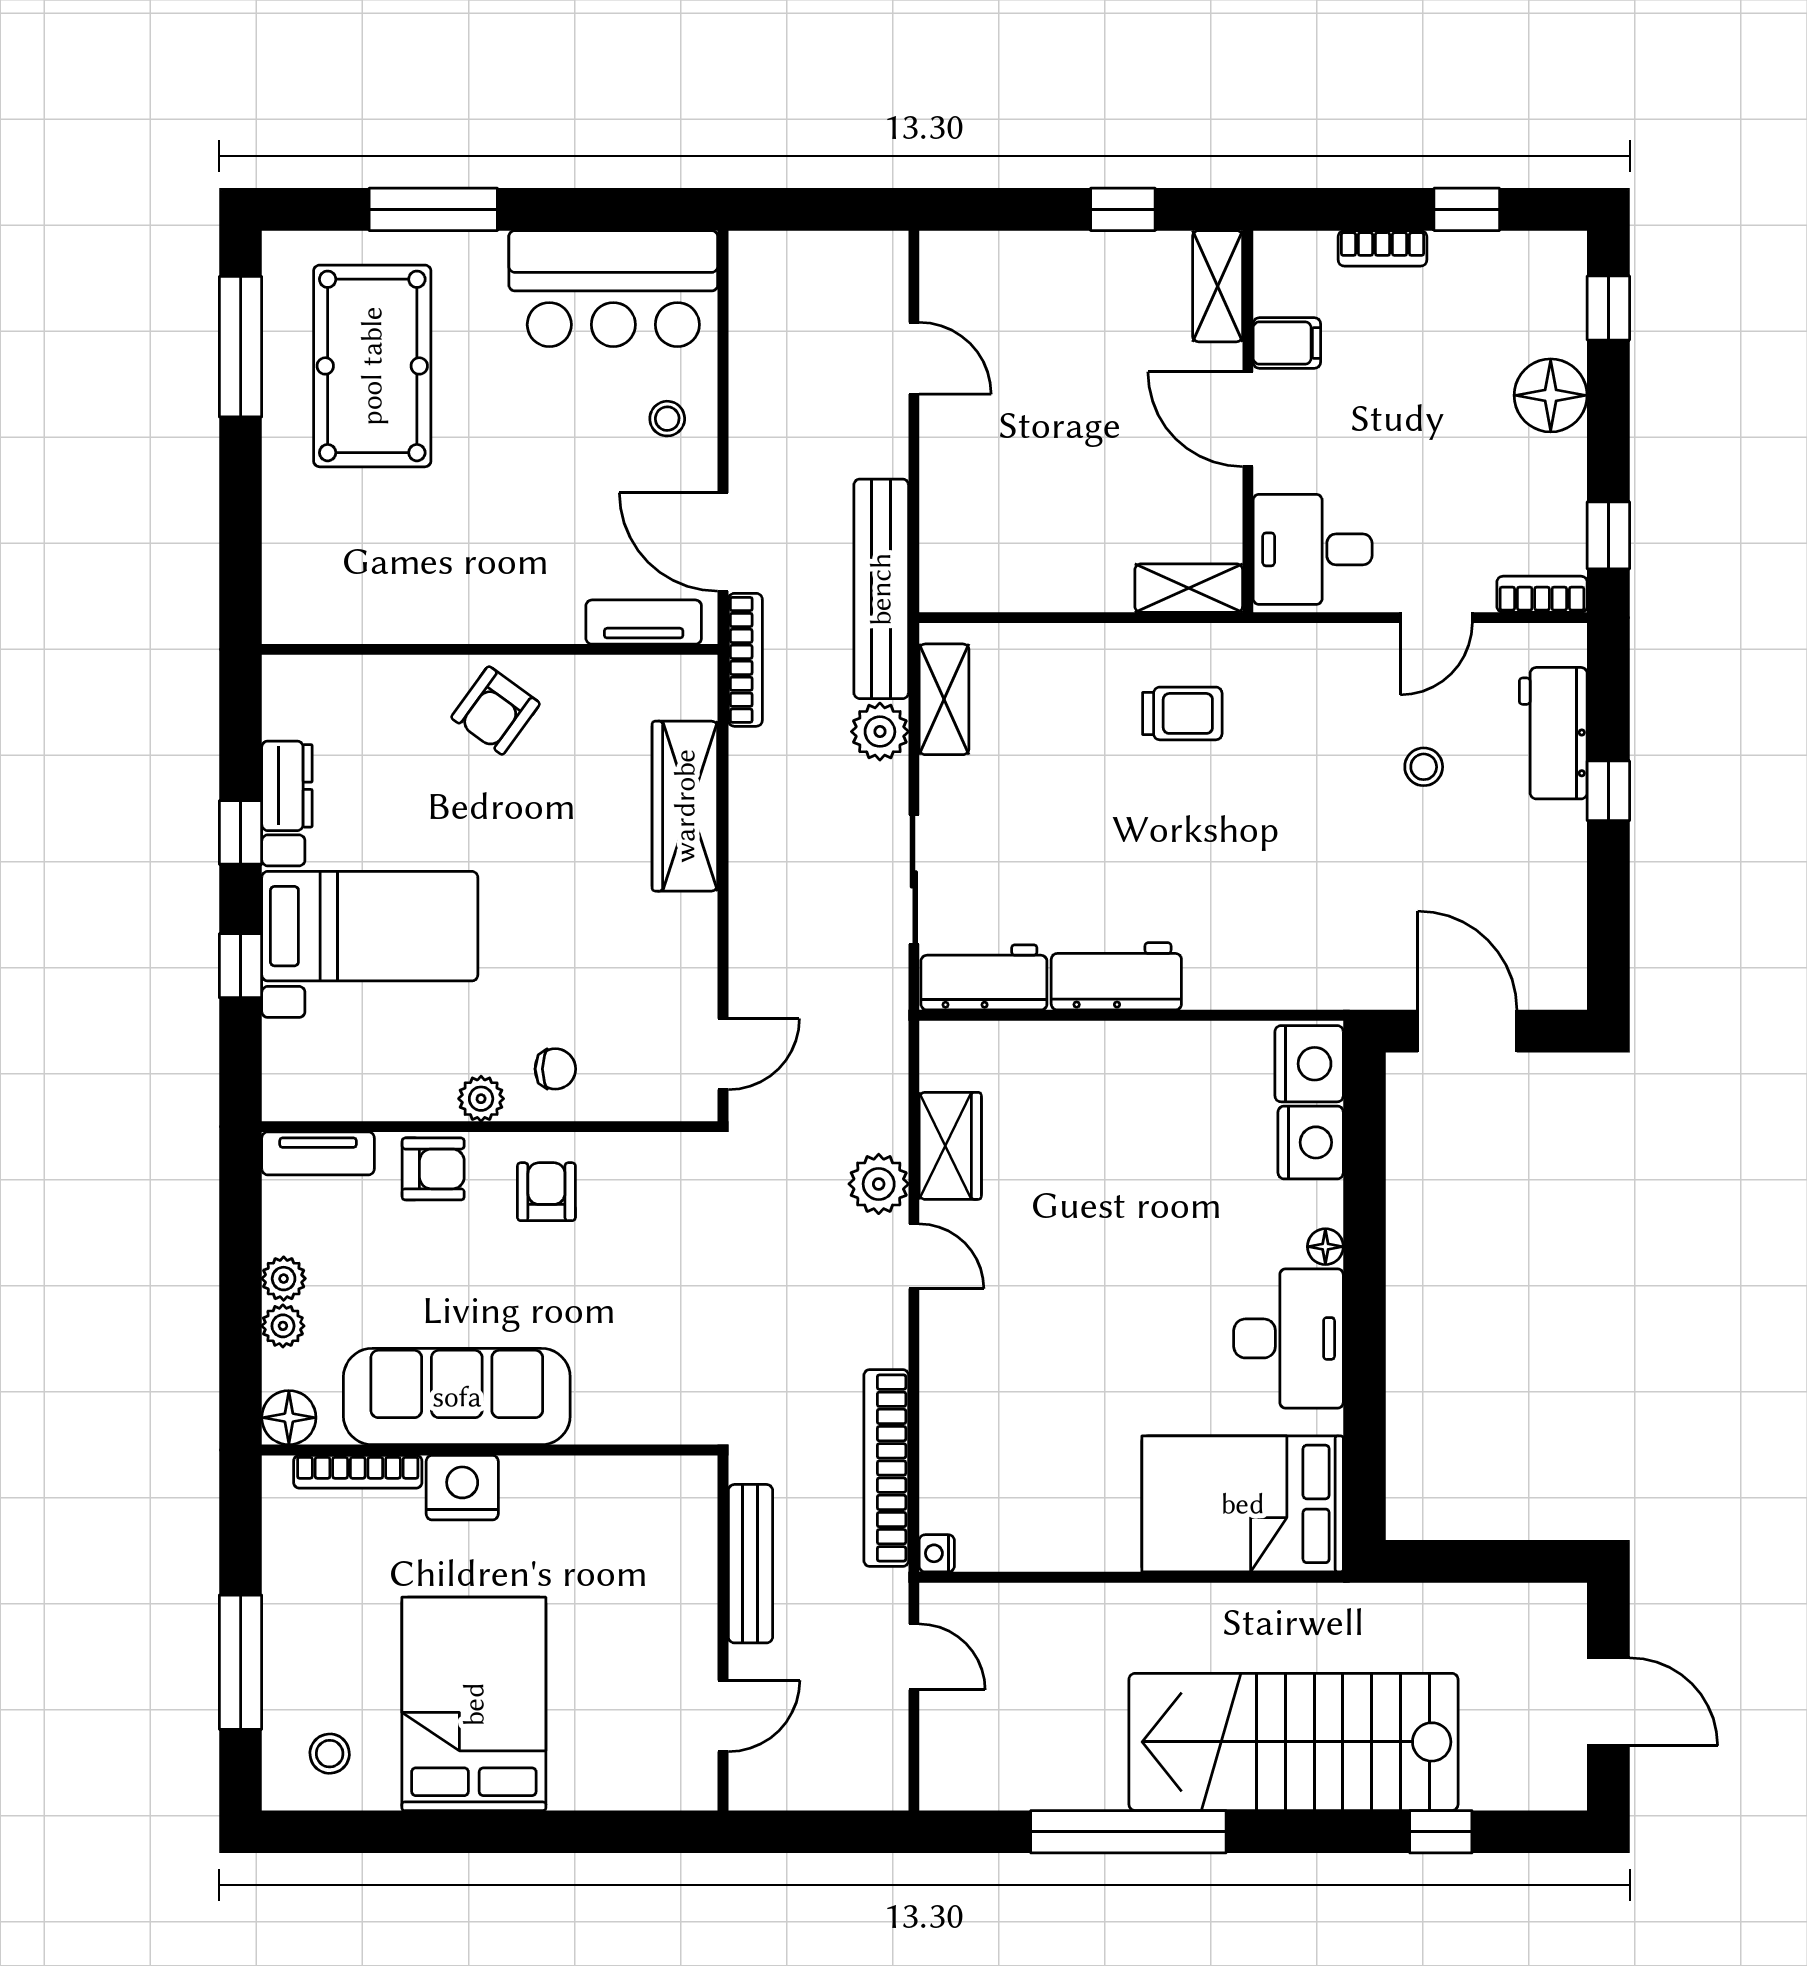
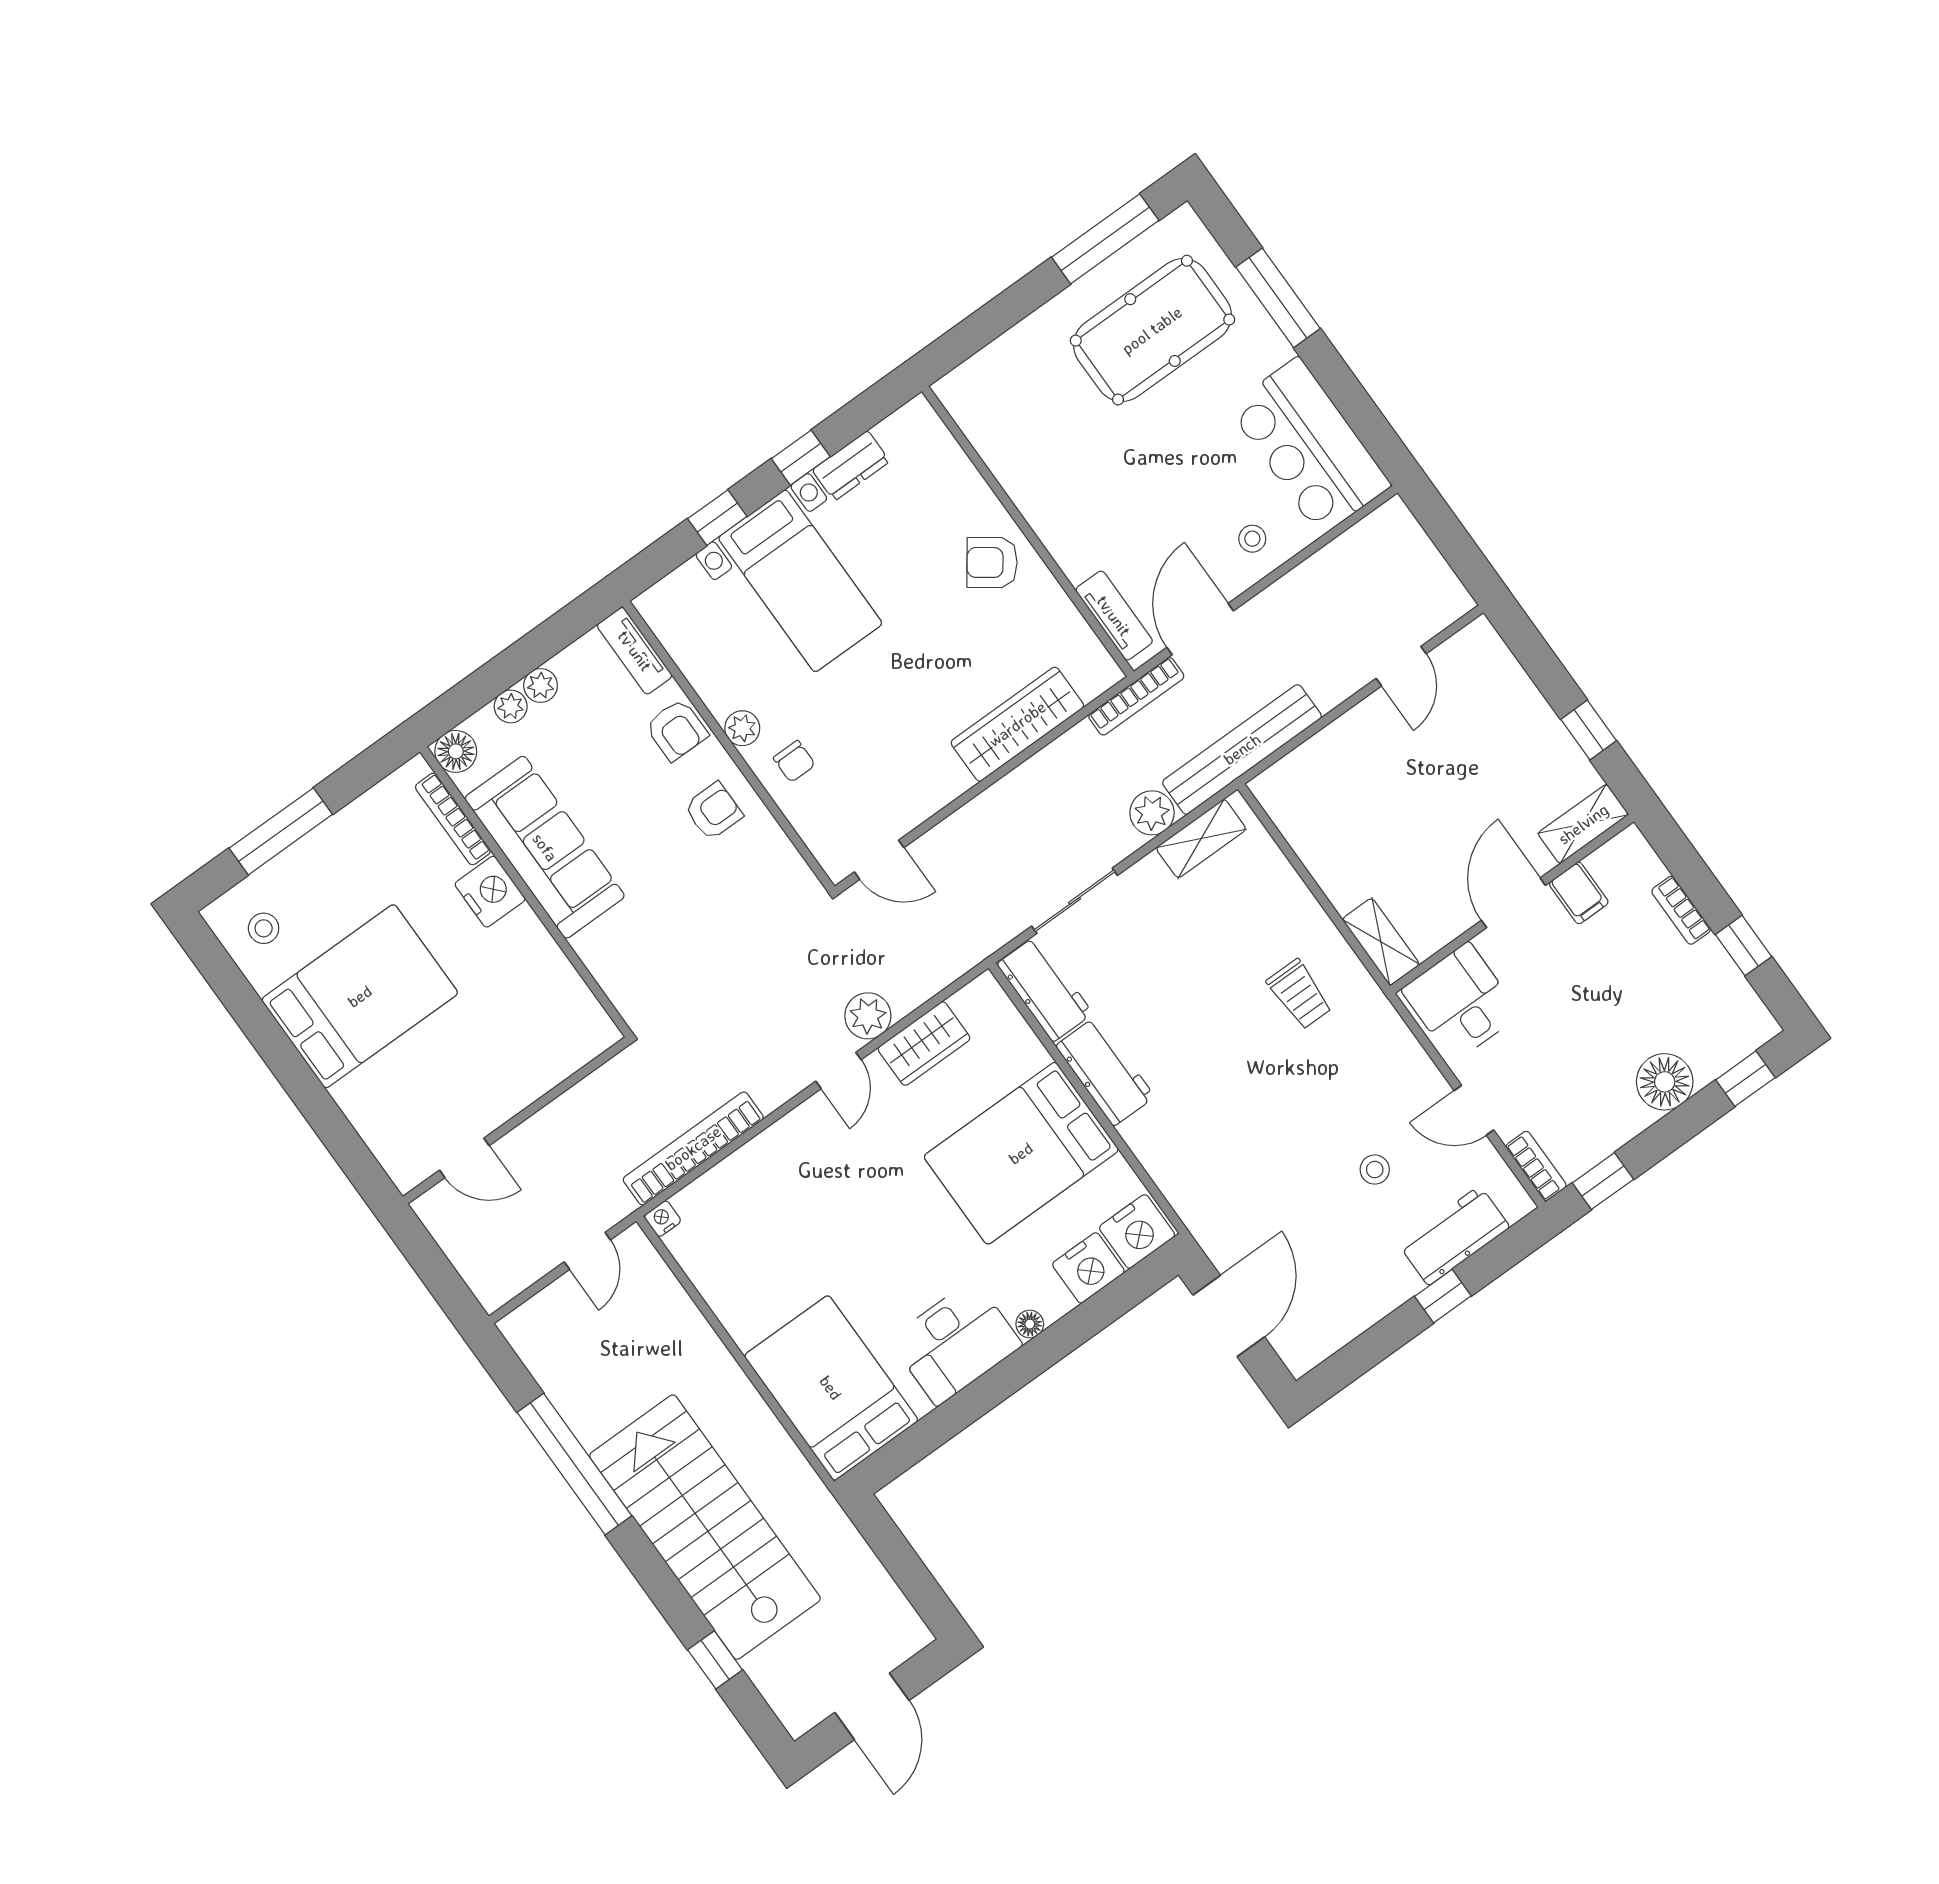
bed: (1139, 1126) -> (1021, 1153), added
bench: (750, 1564) -> (572, 1106), removed

